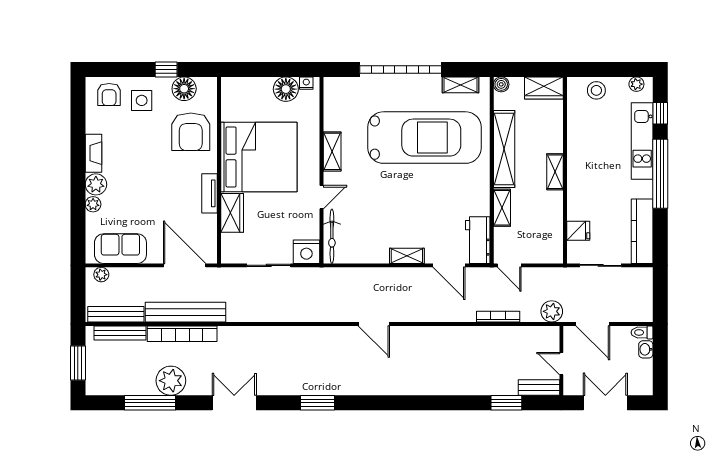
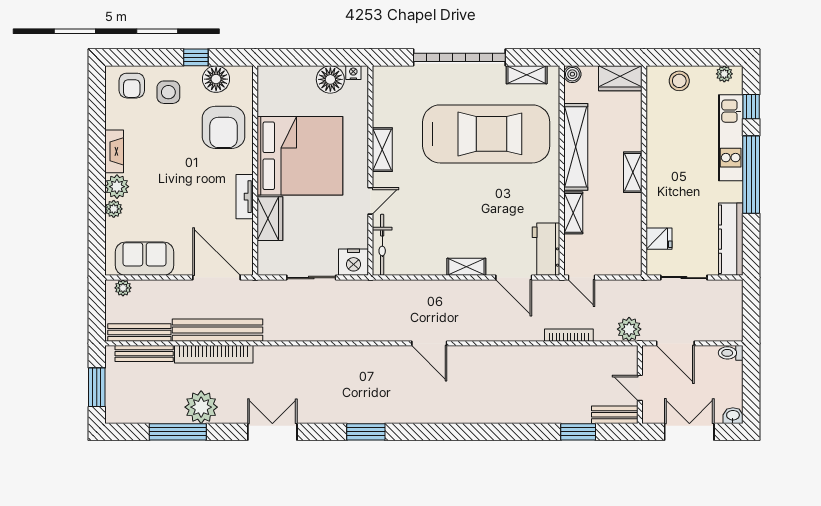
washbasin: (646, 349) -> (733, 416), moved, turned 90

